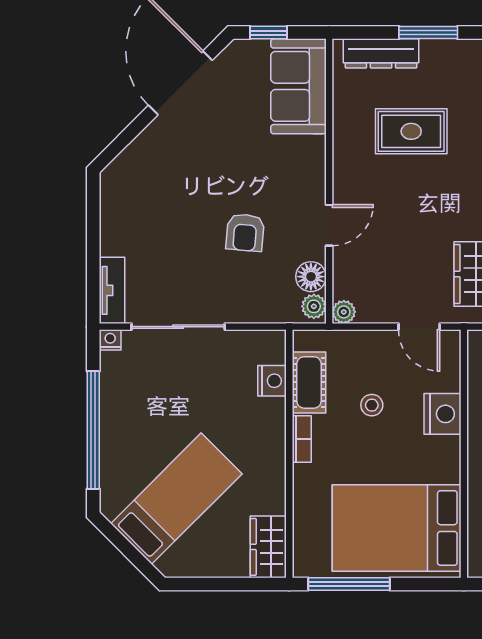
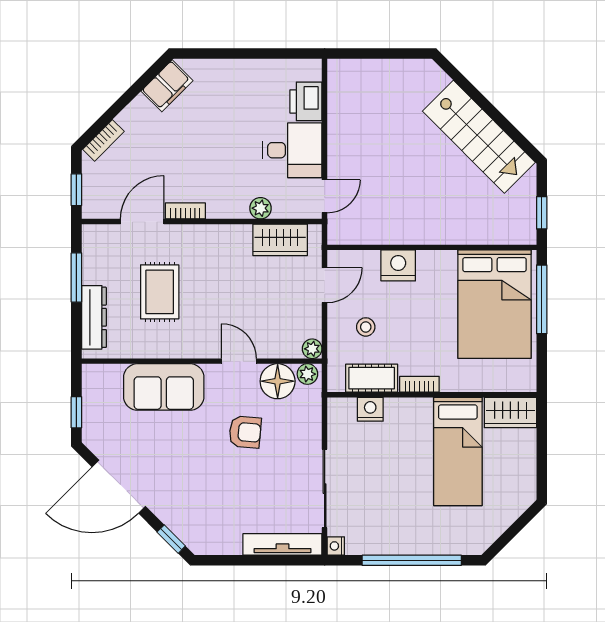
sofa: (298, 86) -> (164, 387), moved
window: (118, 145) -> (171, 539), added
floor lamp: (311, 277) -> (278, 381), width x1.38, depth x1.38
tv unit: (112, 290) -> (282, 544), width x1.41
stool: (372, 405) -> (366, 327), moved
bed: (176, 499) -> (458, 451), moved, turned -135
window: (349, 584) -> (542, 299), moved

